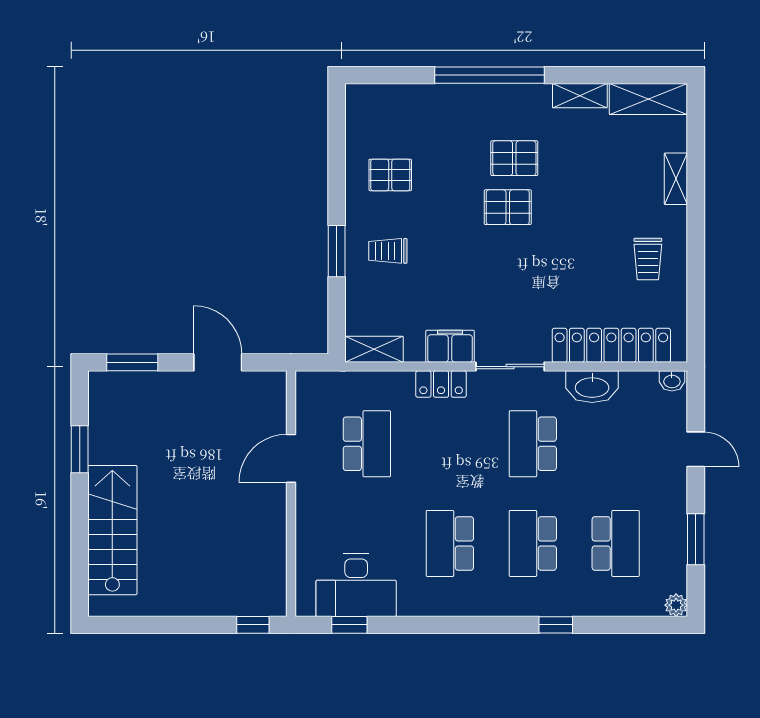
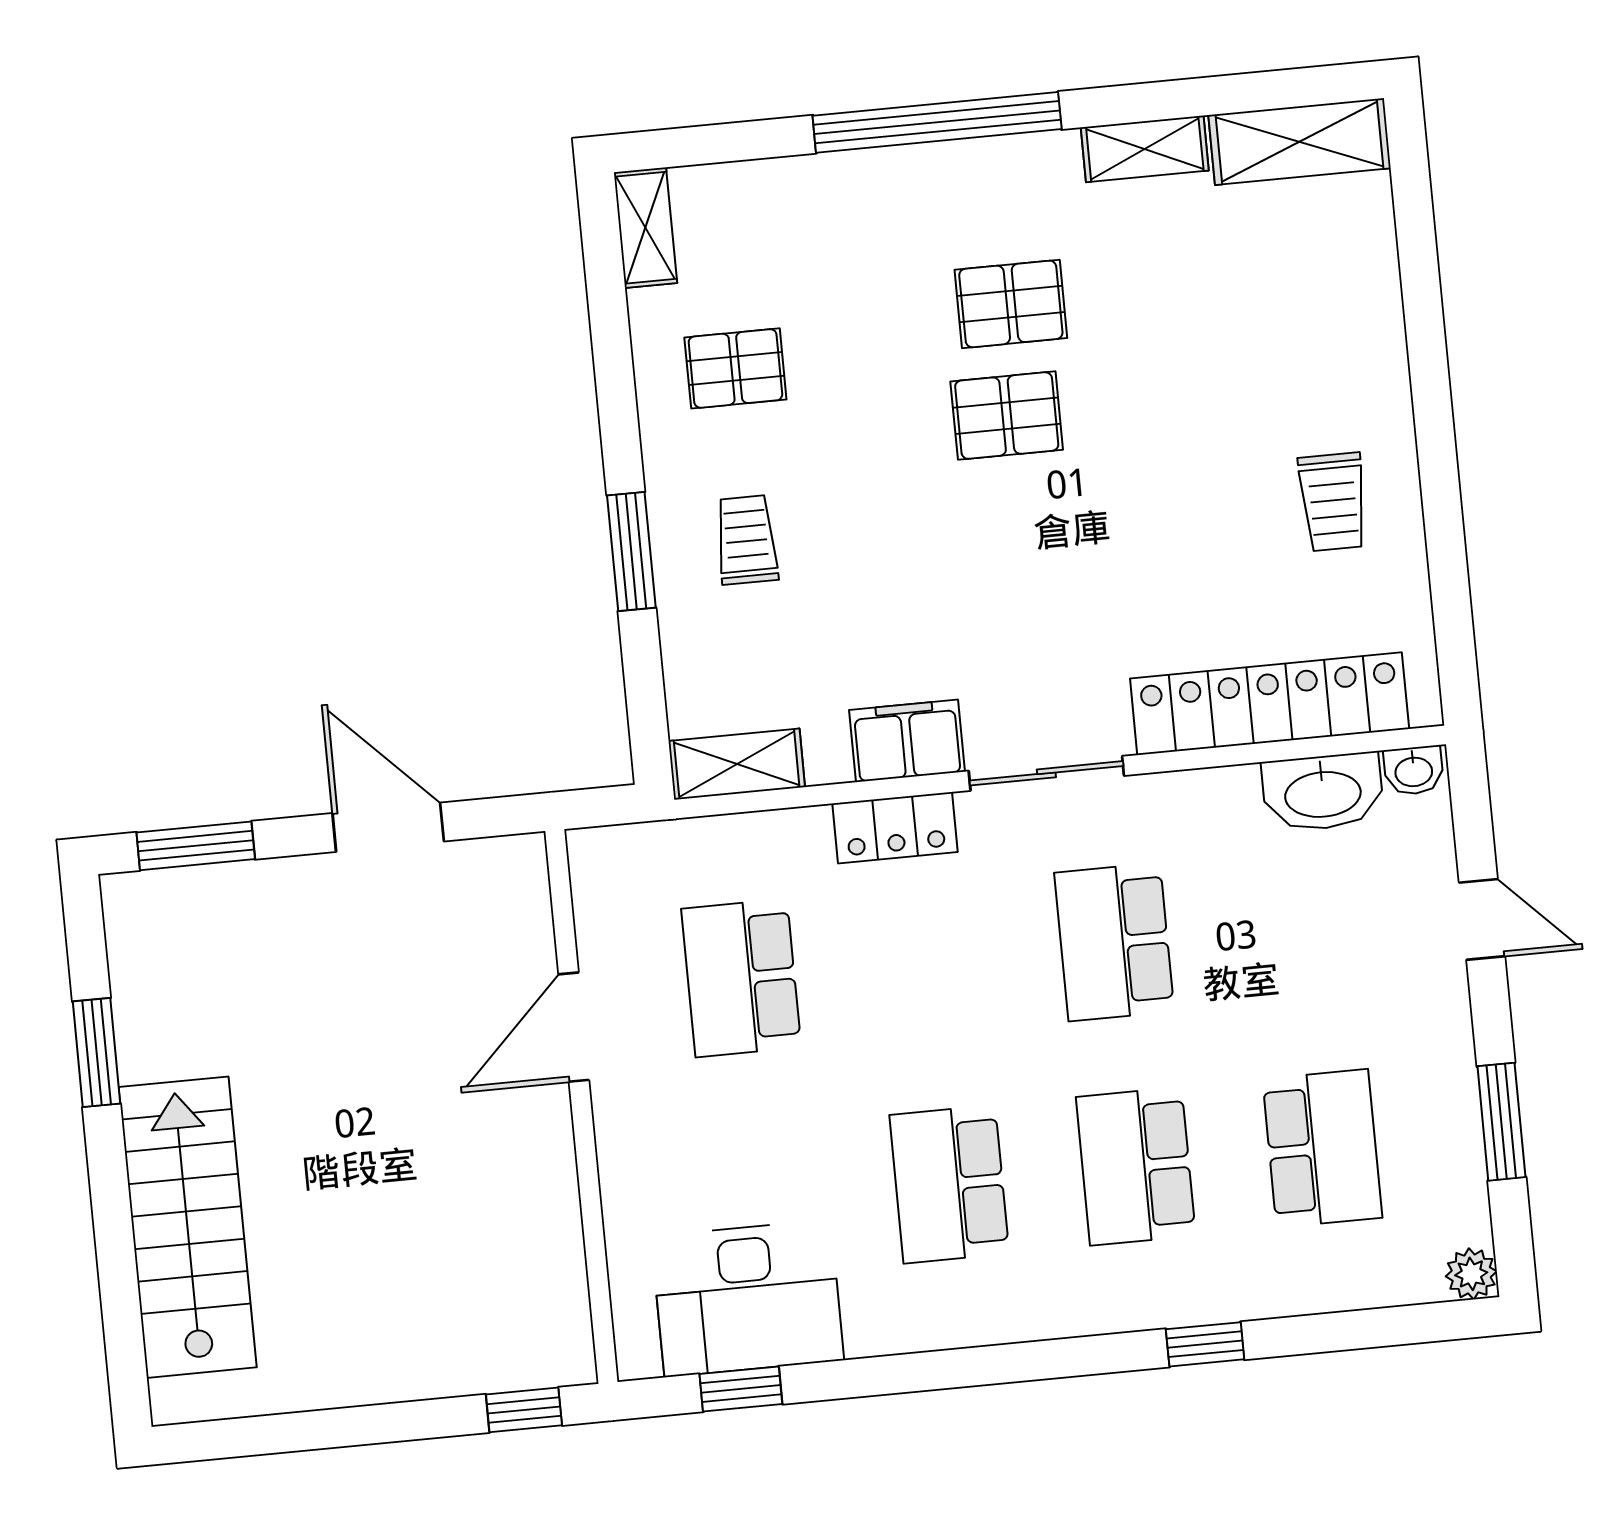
shelving: (676, 179) -> (645, 228), moved
trolley: (388, 251) -> (747, 540), turned 90
washbasin: (592, 387) -> (1323, 792), moved
school desk: (367, 444) -> (741, 978), turned 180

